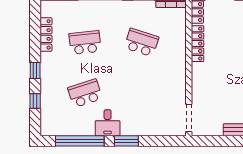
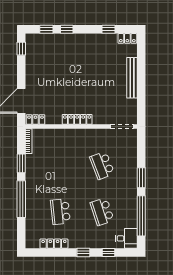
school desk: (141, 42) -> (102, 165), moved, turned -39
locker: (197, 44) -> (77, 119), moved
desk: (108, 123) -> (126, 238), moved

